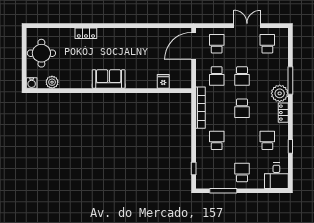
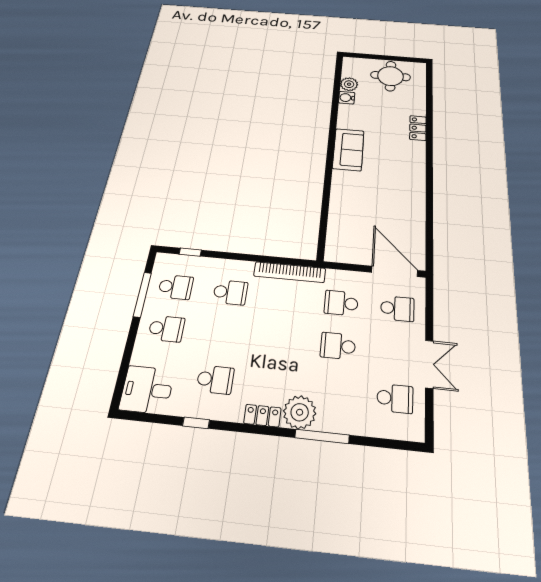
fridge: (163, 81) -> (339, 221), removed
water cooler: (32, 83) -> (347, 98), moved
school desk: (242, 108) -> (176, 287), moved, turned 180

